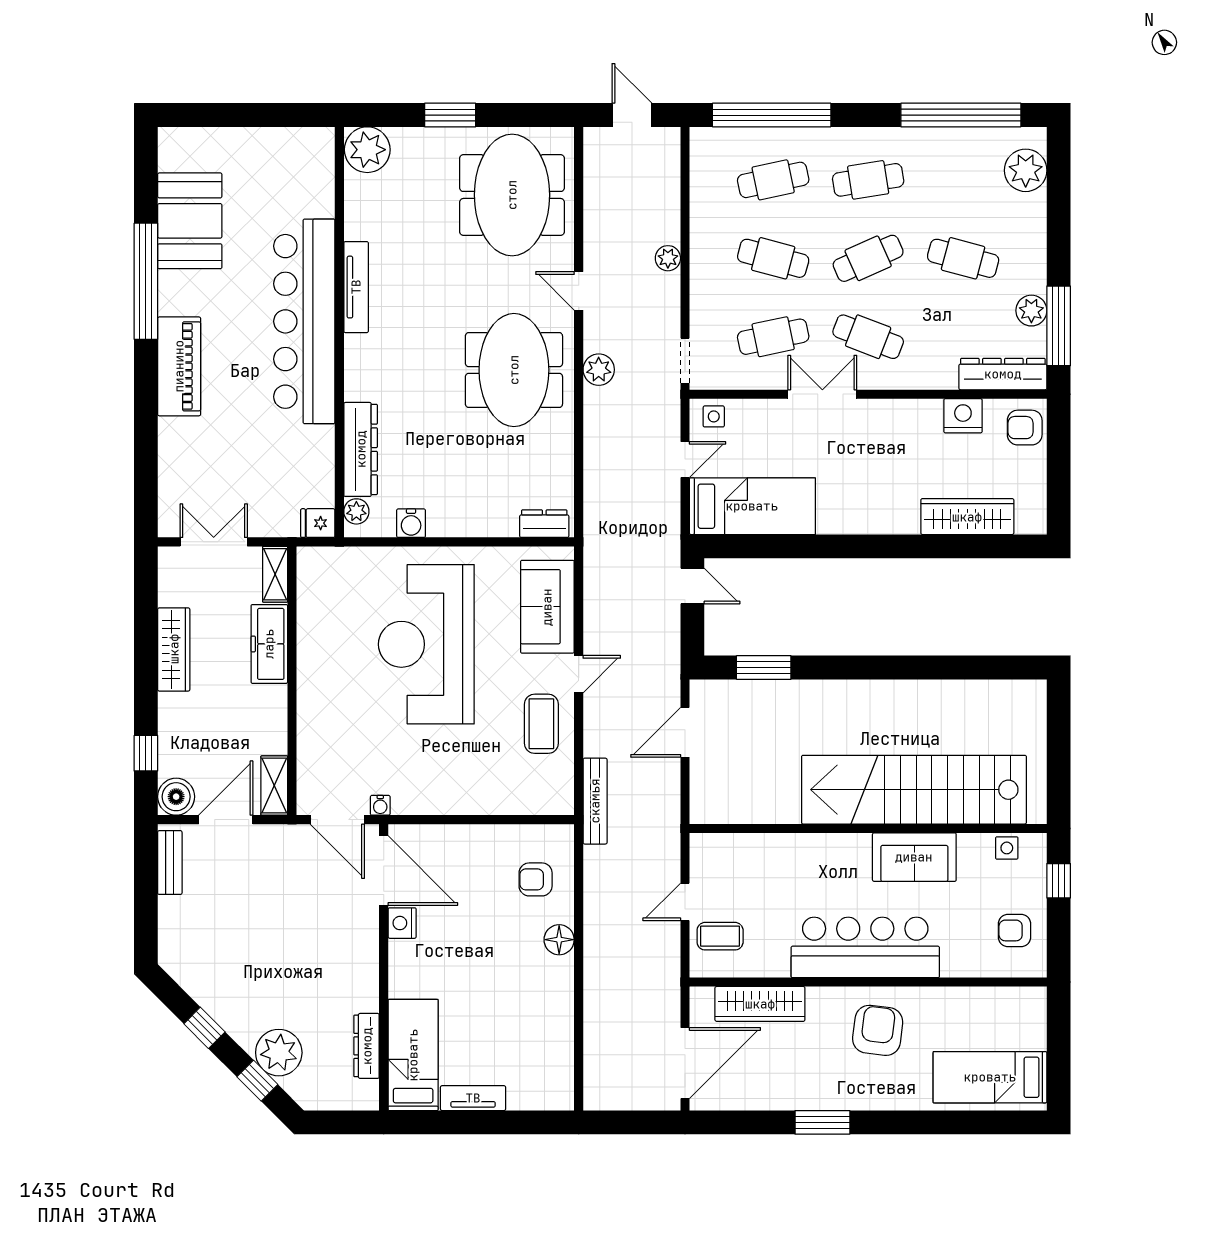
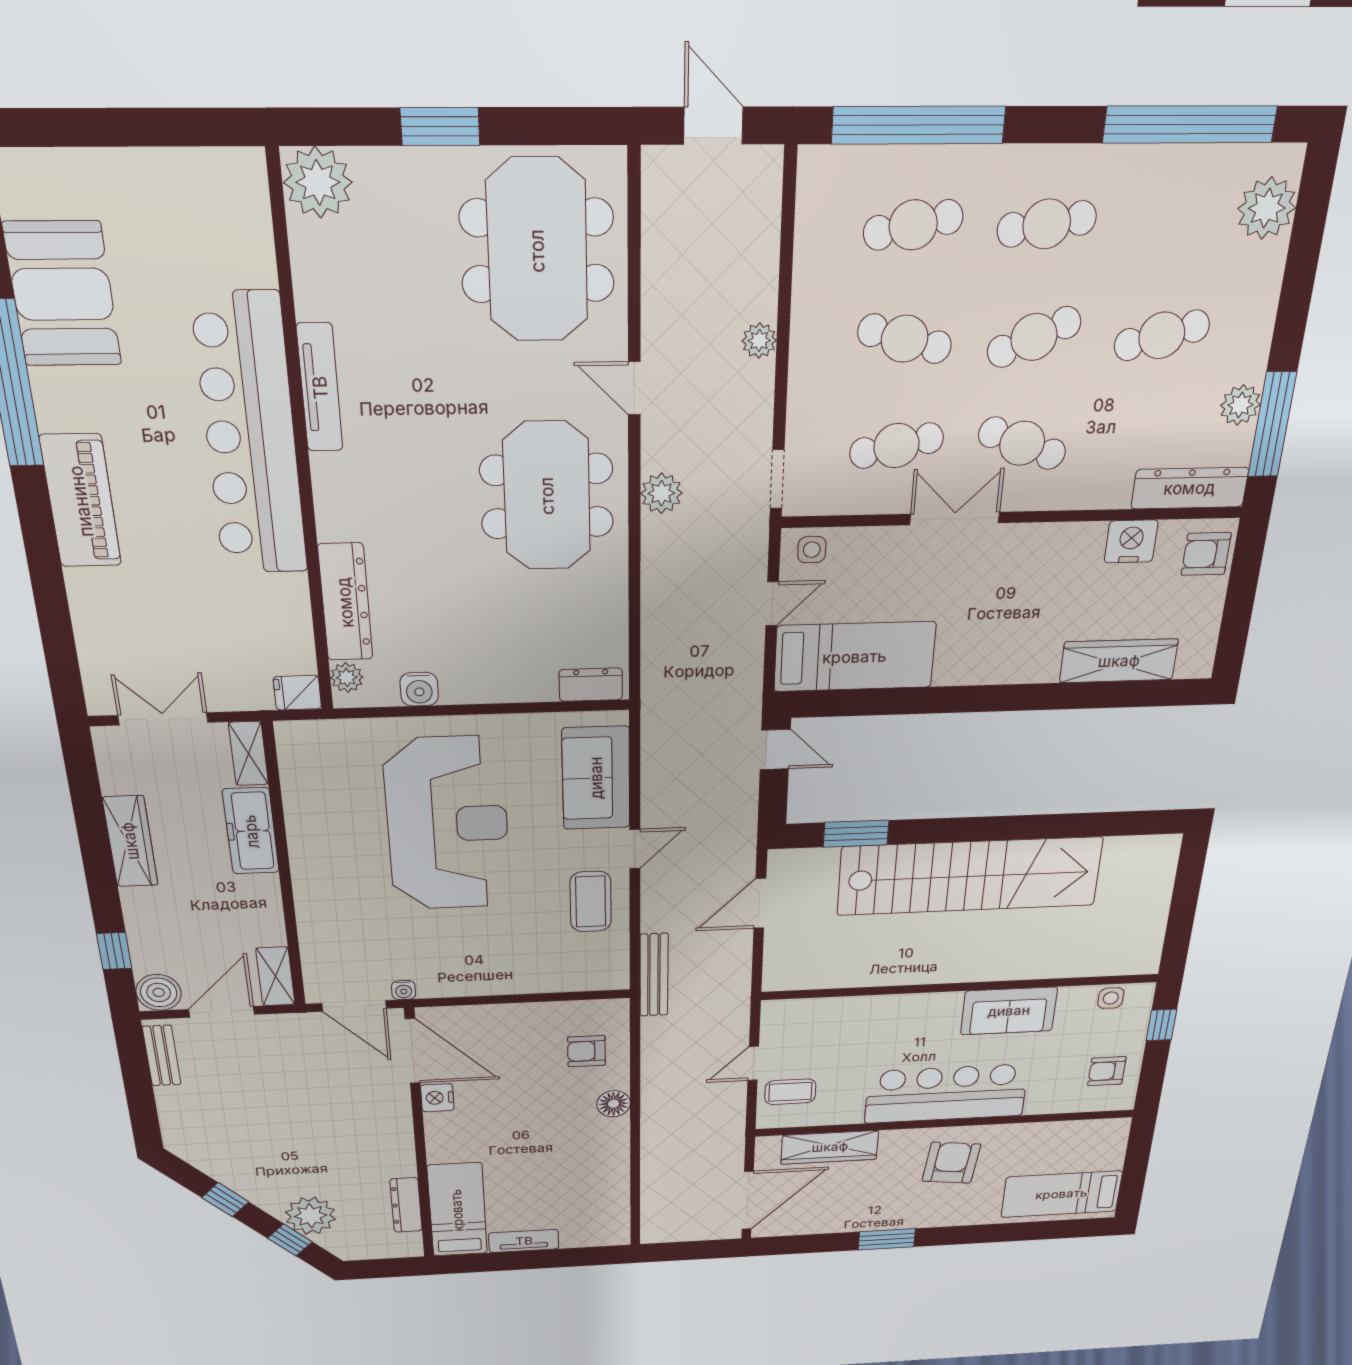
cafe table: (963, 258) -> (1162, 335), turned -30
reception desk: (426, 644) -> (448, 824), turned 180
stairs: (914, 790) -> (970, 876), moved, turned 180

